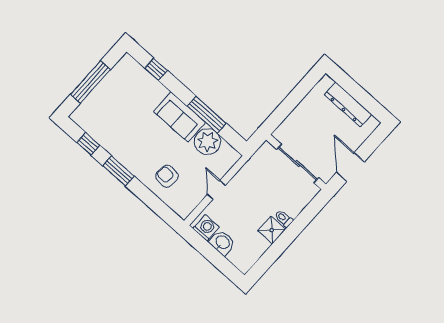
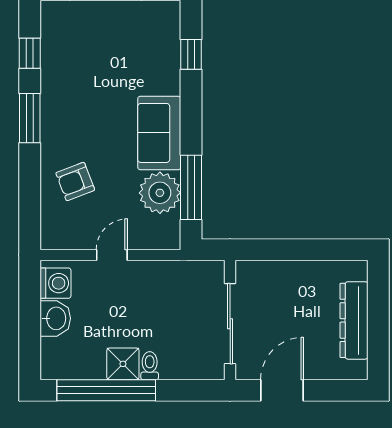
window: (207, 115) -> (191, 187), moved
armchair: (167, 176) -> (75, 181), turned -116
window: (277, 249) -> (106, 390), added

